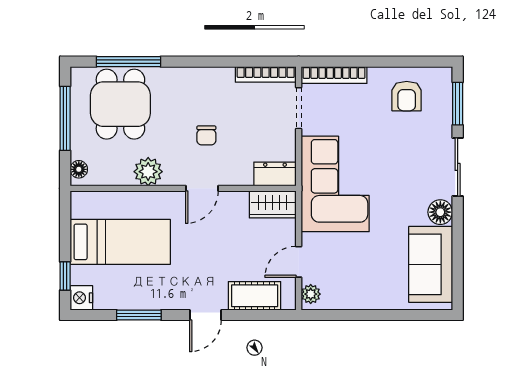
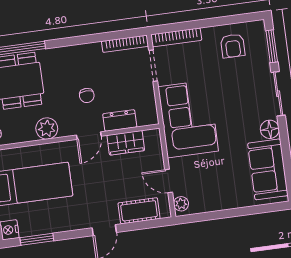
dresser: (275, 174) -> (120, 120), moved
wardrobe: (273, 204) -> (126, 143), moved
door: (299, 262) -> (169, 181), hinge flipped
window: (139, 315) -> (37, 239), moved

